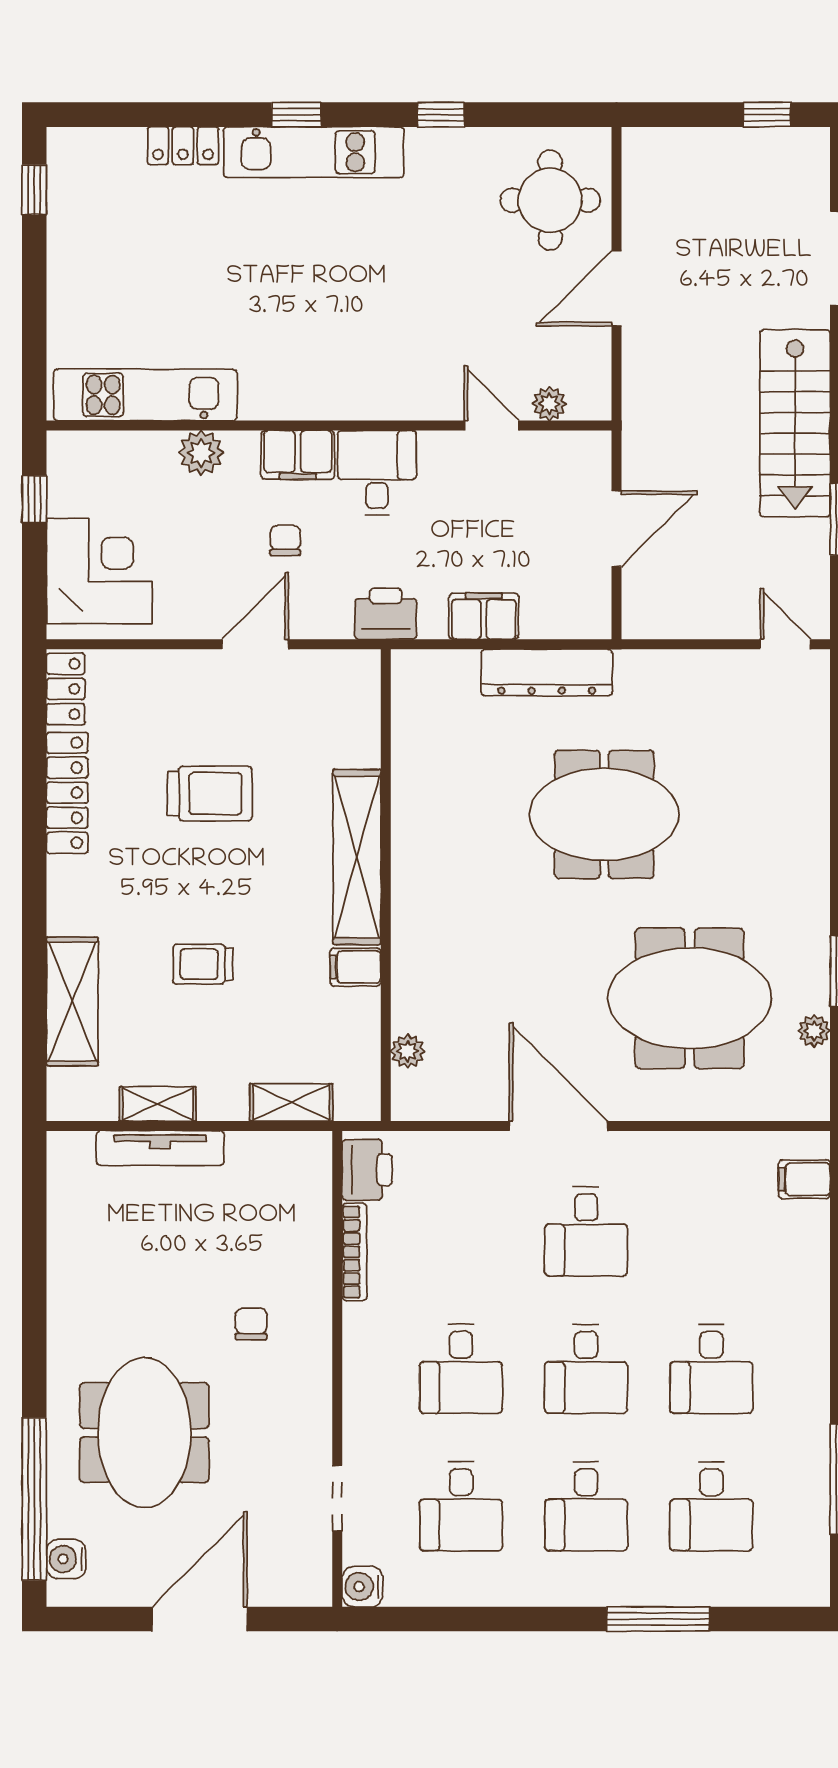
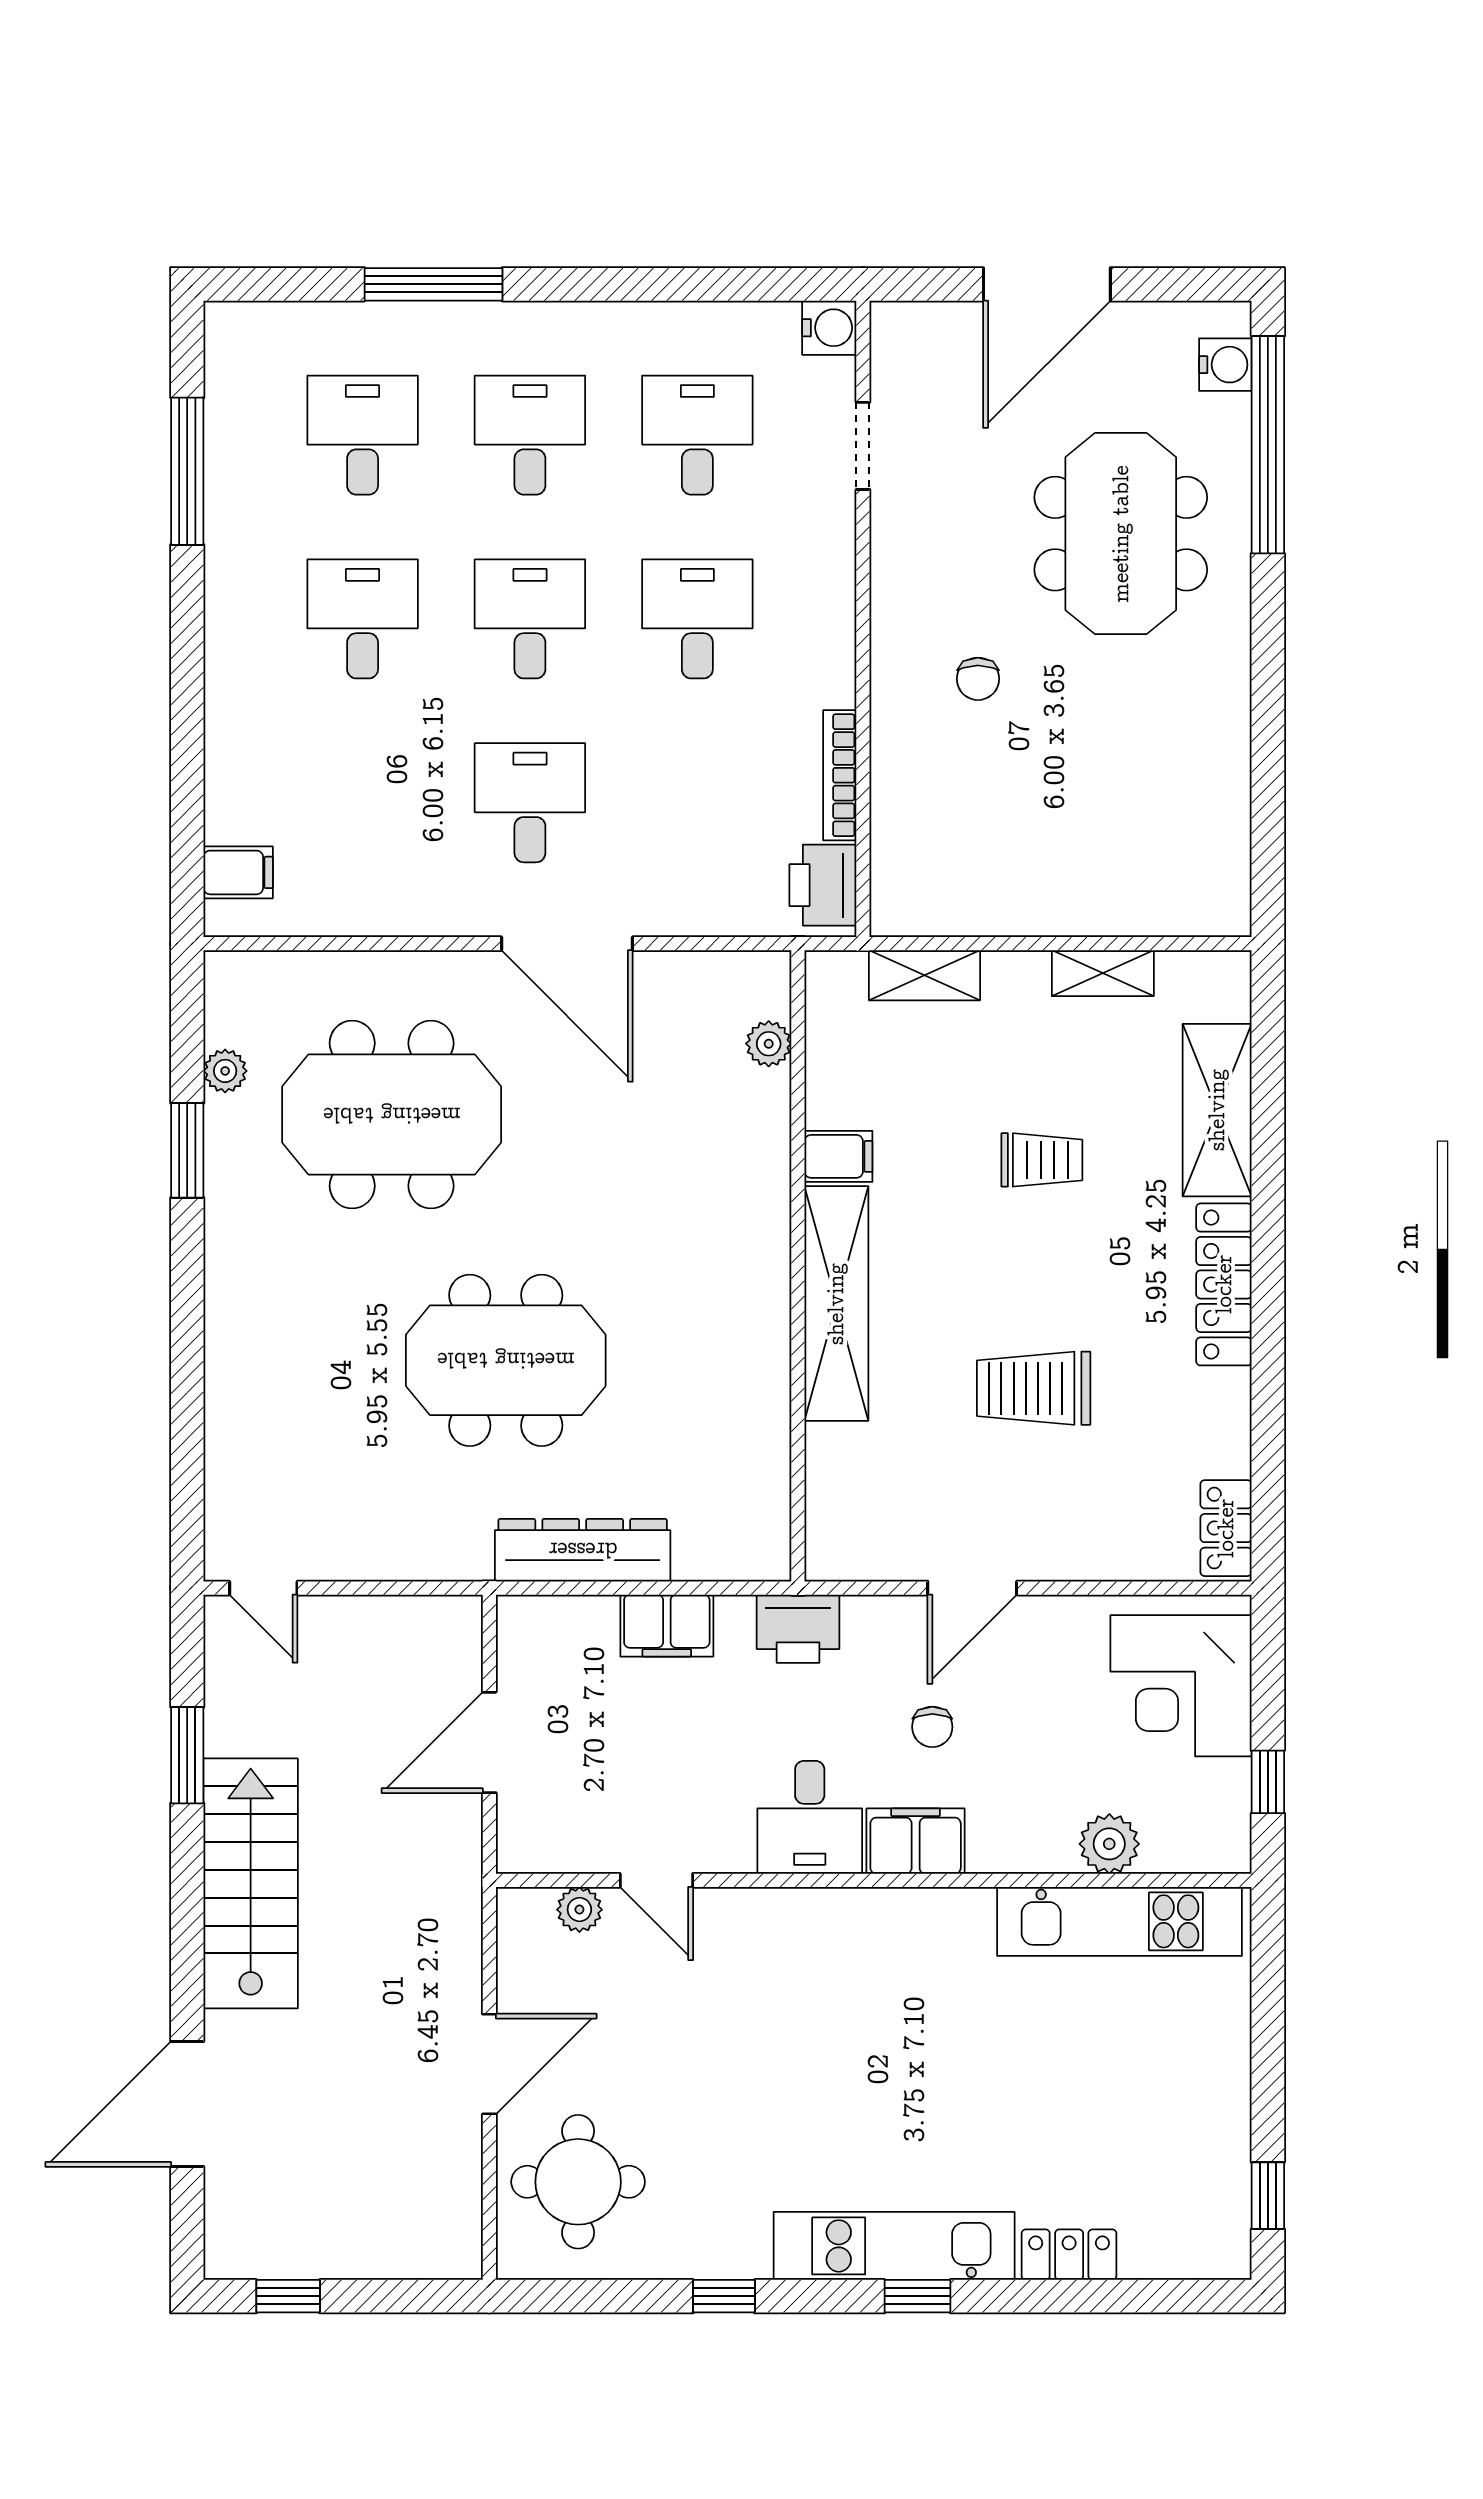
plant: (201, 453) -> (1109, 1844), moved
locker: (67, 793) -> (1224, 1284), moved
tv unit: (160, 1148) -> (1100, 914), removed

